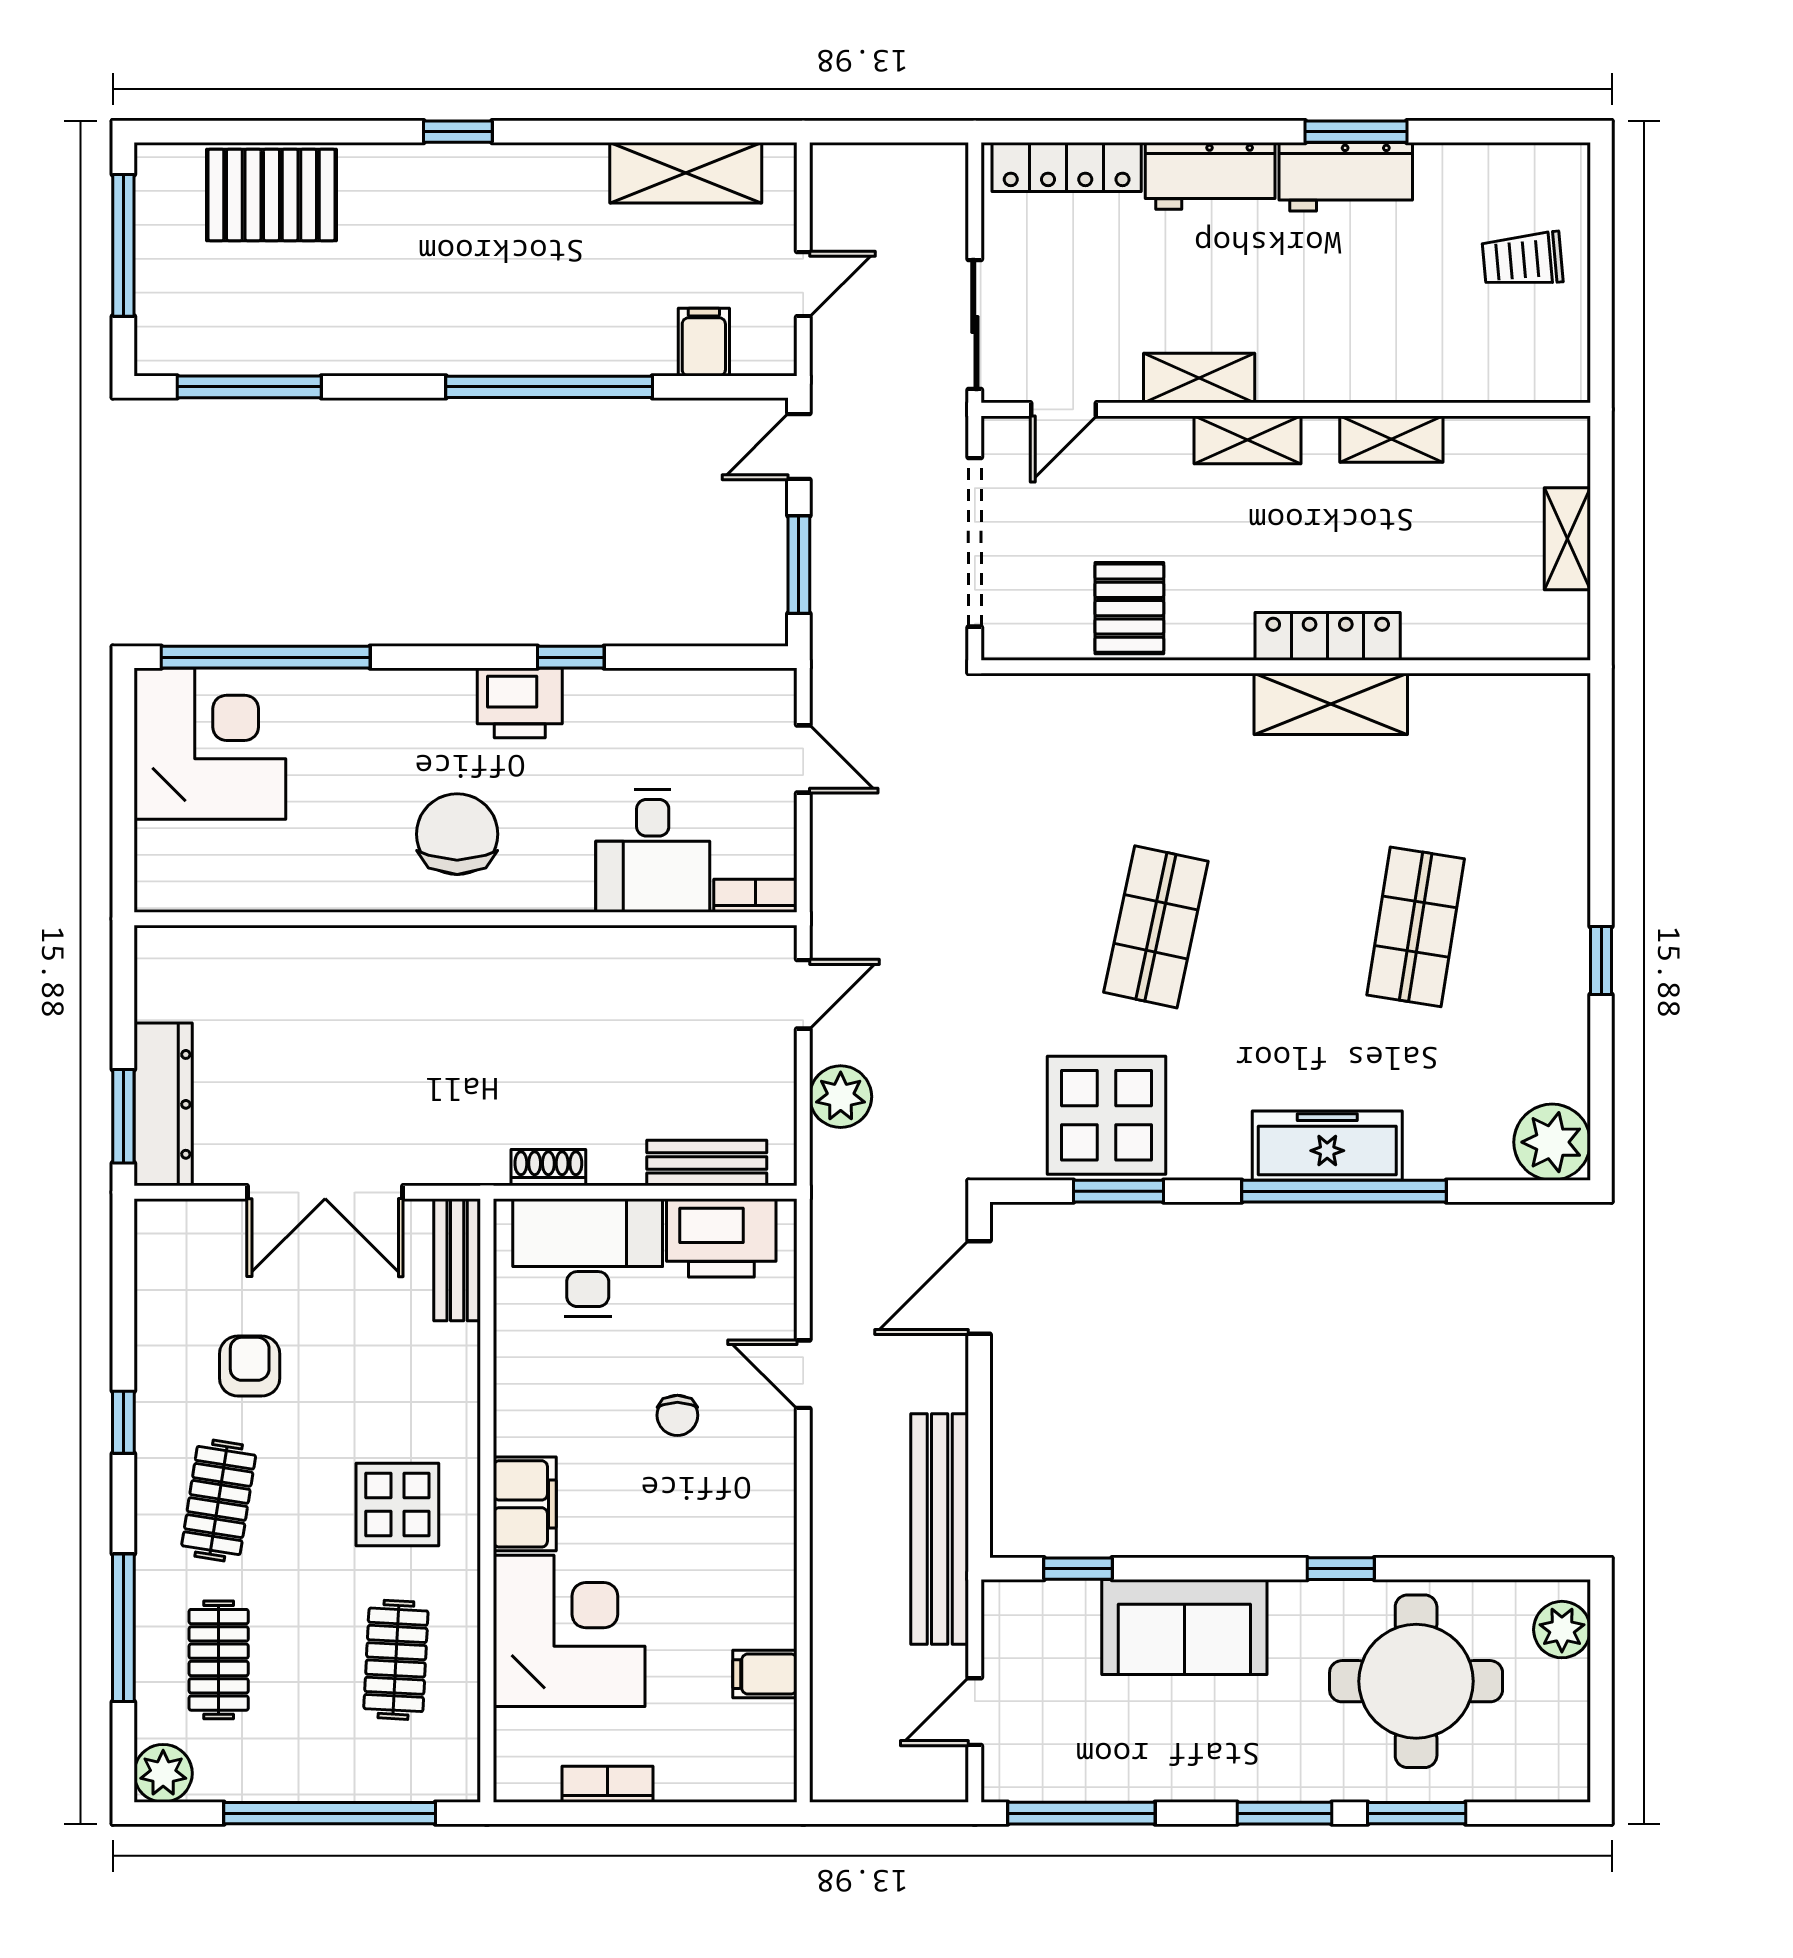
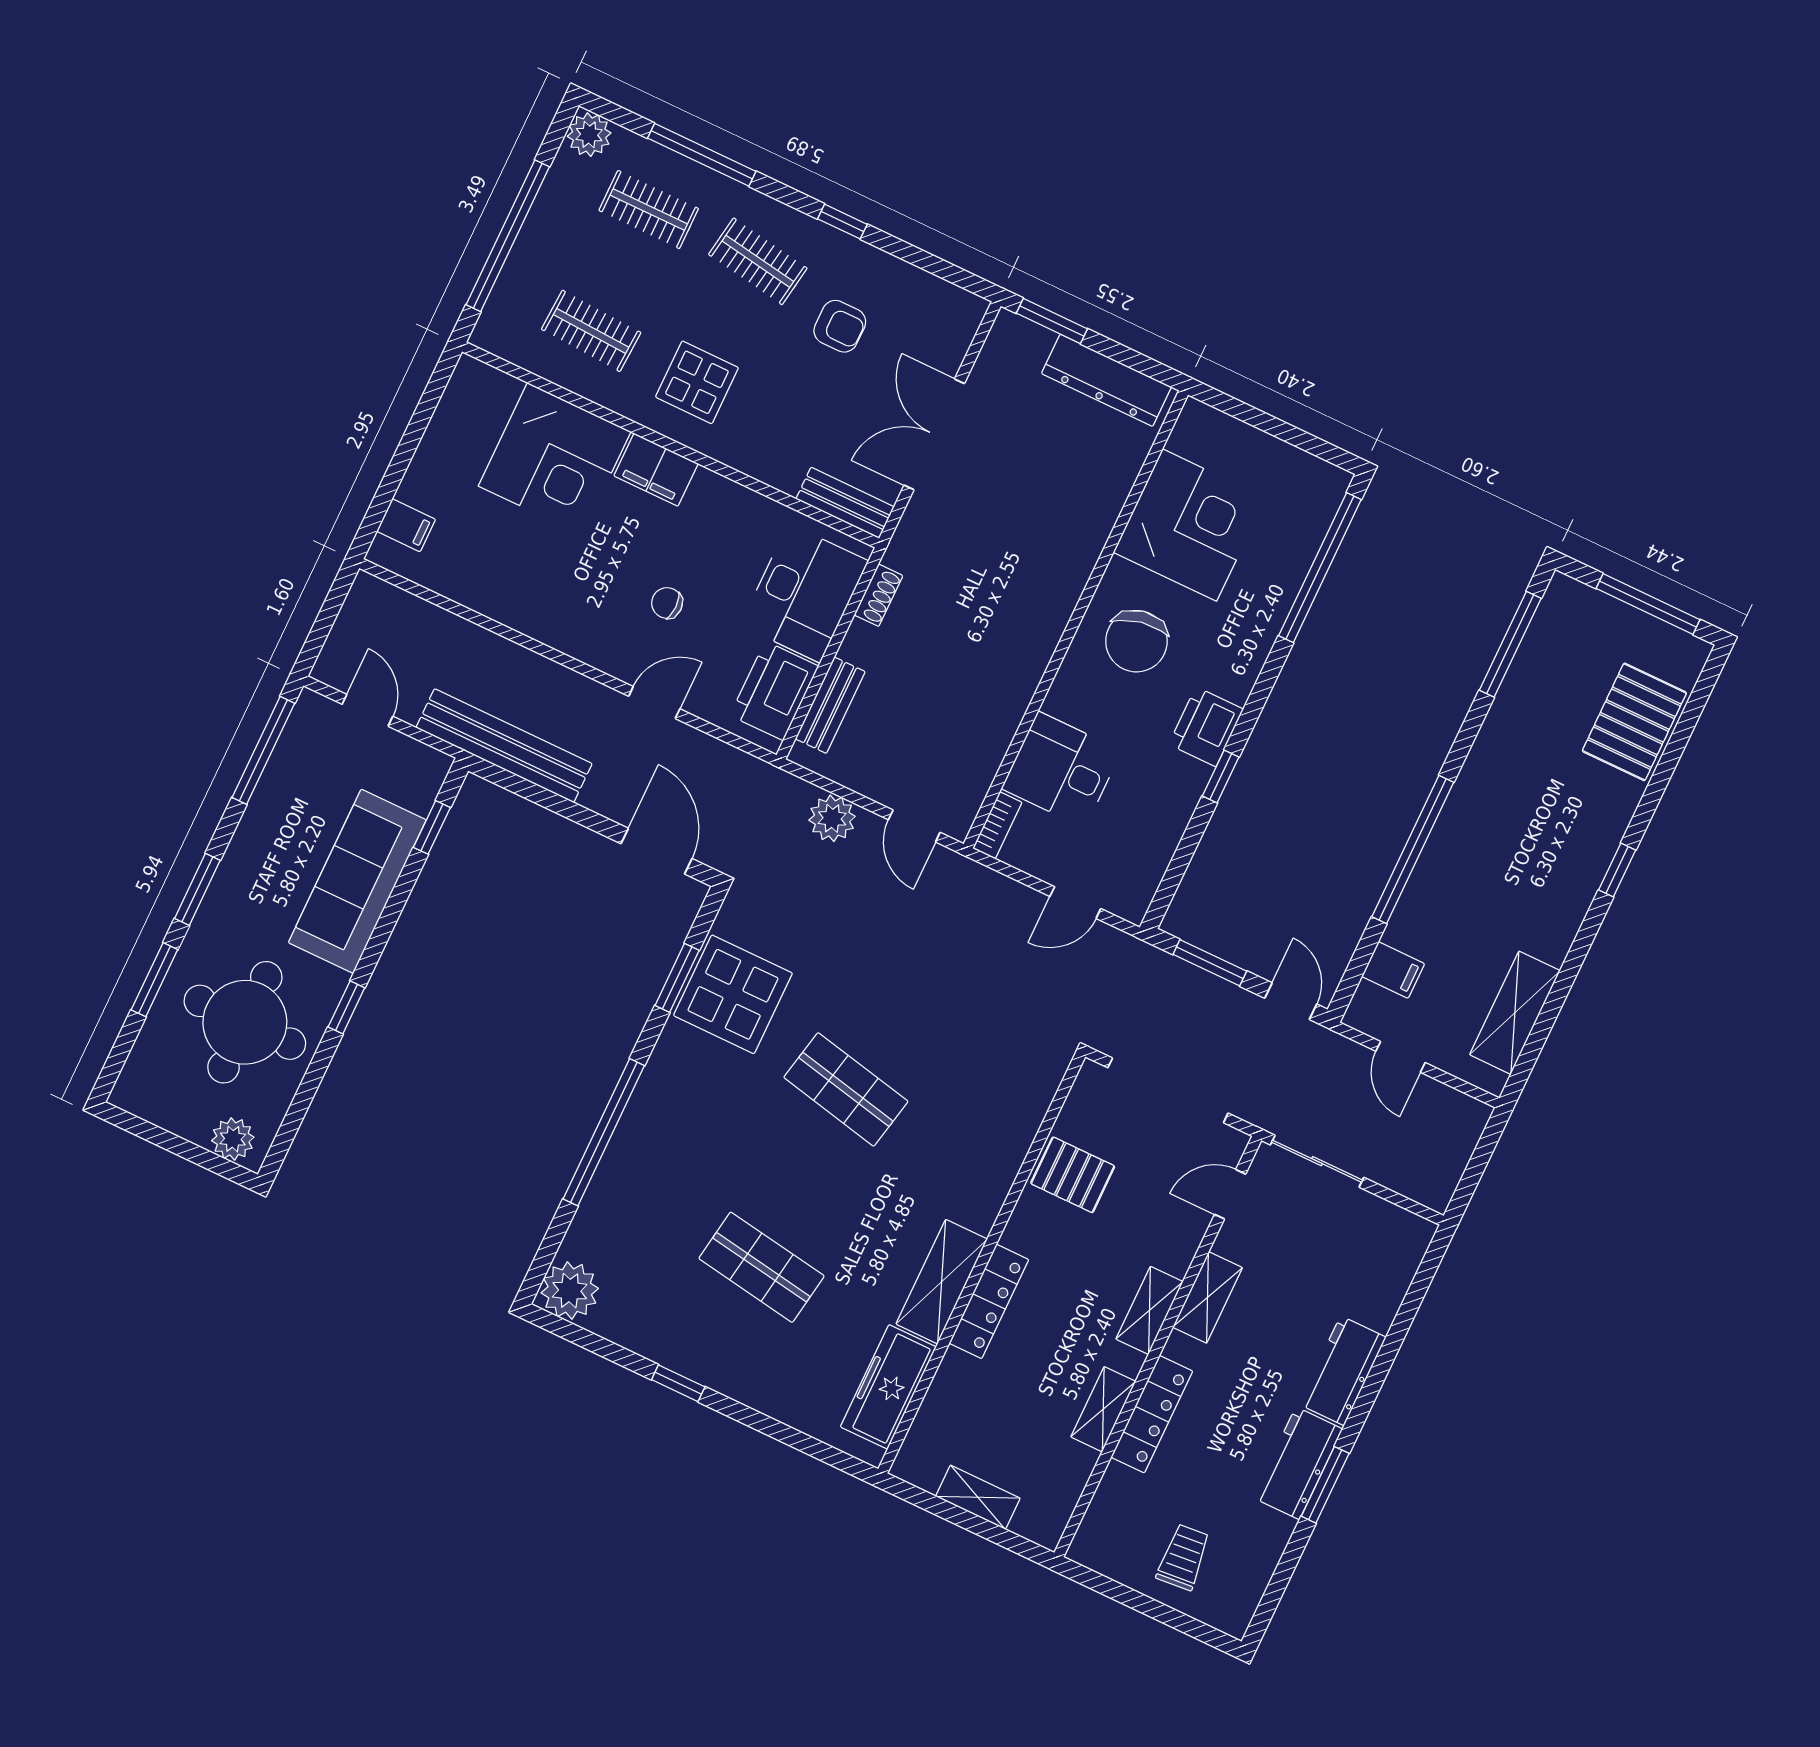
locker: (1067, 167) -> (1152, 1414), moved, turned 180
door: (1063, 409) -> (1230, 1194), hinge flipped
corner desk: (210, 744) -> (1190, 525), moved, turned -90
chair: (457, 834) -> (1136, 641), turned 79
dresser: (163, 1104) -> (1106, 380), moved
freezer: (1327, 1146) -> (888, 1387), moved, turned 180
sofa: (1184, 1627) -> (357, 881), width x1.36
filing cabinet: (765, 1674) -> (406, 525), moved, turned 90
bookcase: (608, 1784) -> (437, 435), removed

